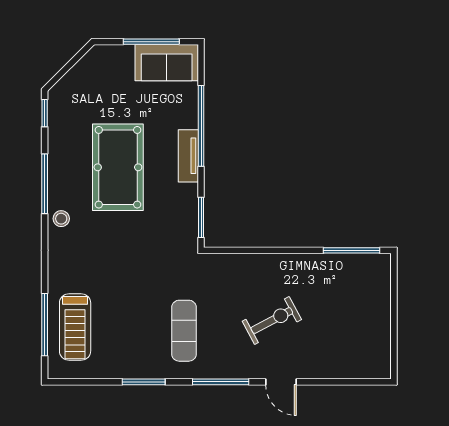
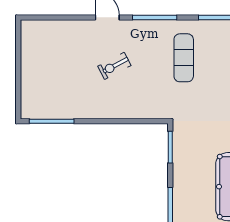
tv unit: (188, 156) -> (180, 196), removed
exercise bike: (272, 320) -> (114, 66), width x0.73, depth x0.72

